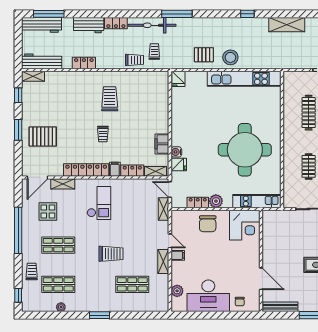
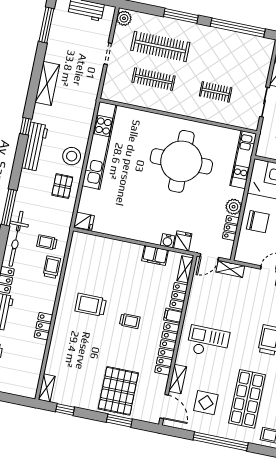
workbench: (42, 61) -> (35, 147), moved, turned 180
window: (18, 130) -> (119, 421), moved
pallet: (43, 136) -> (118, 391), width x1.37, depth x1.41
shop shelf: (58, 245) -> (247, 399), width x1.43, depth x1.36

